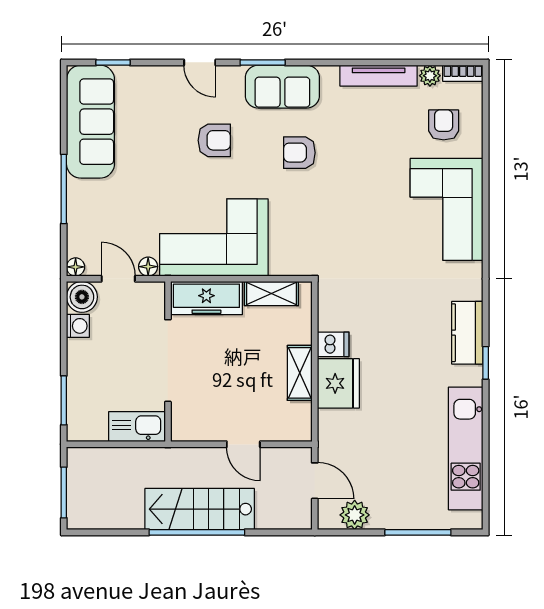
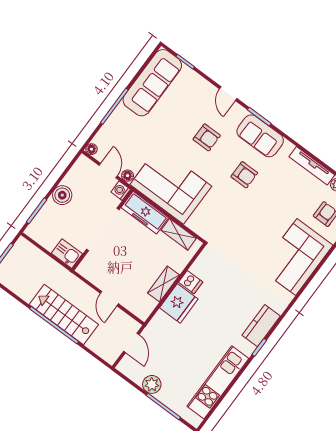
armchair: (299, 153) -> (244, 175), turned 180
boiler: (82, 297) -> (62, 195), moved
washing machine: (78, 326) -> (121, 191), moved, turned 180
kitchen sink: (137, 427) -> (67, 254), width x0.73
plant: (355, 515) -> (152, 384), moved

